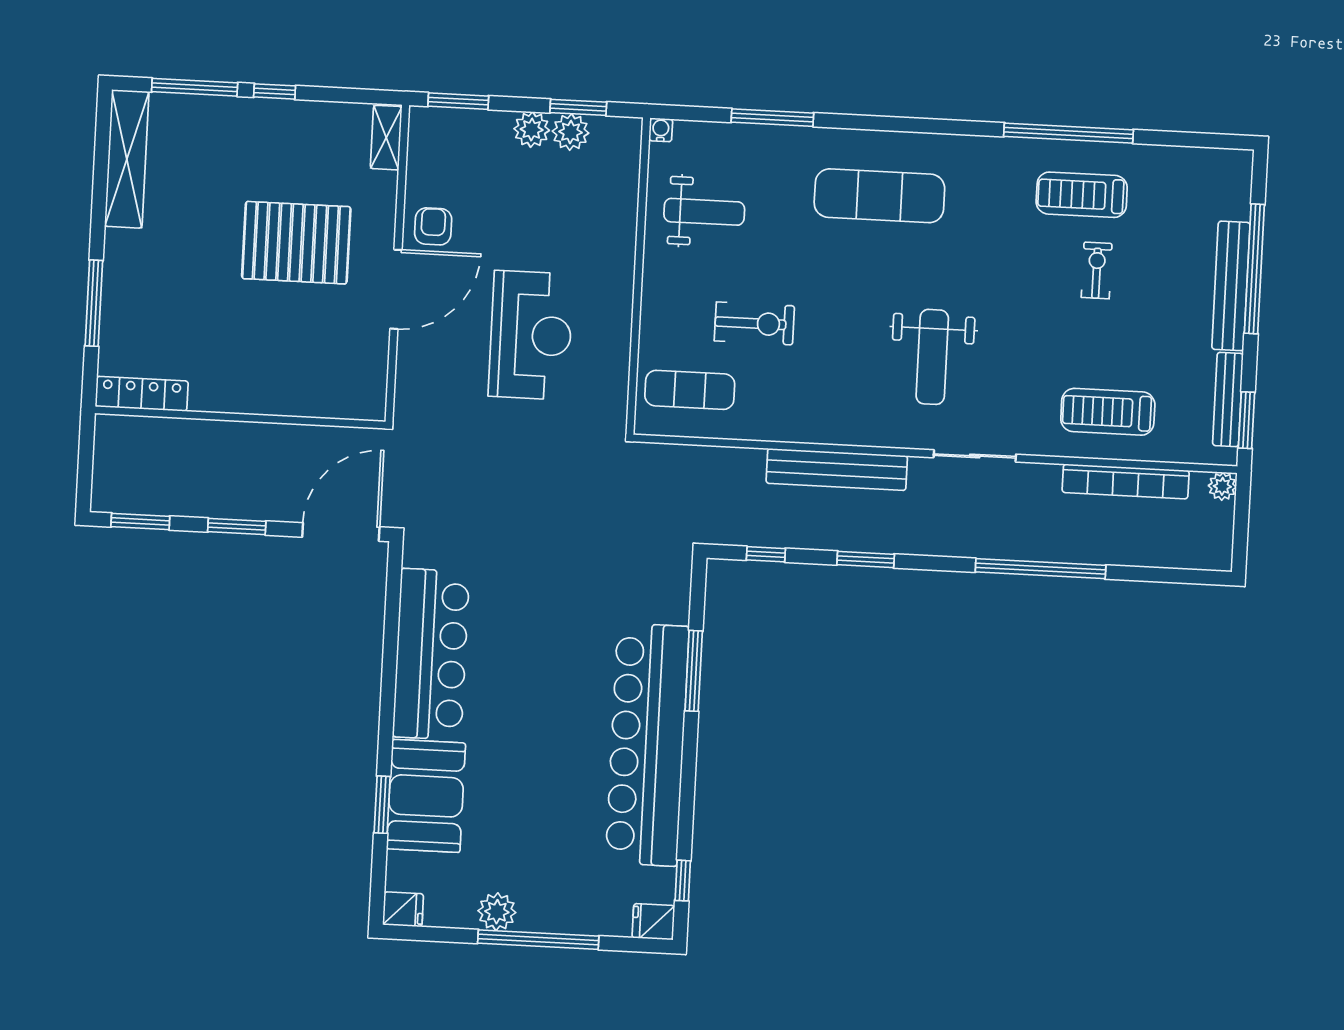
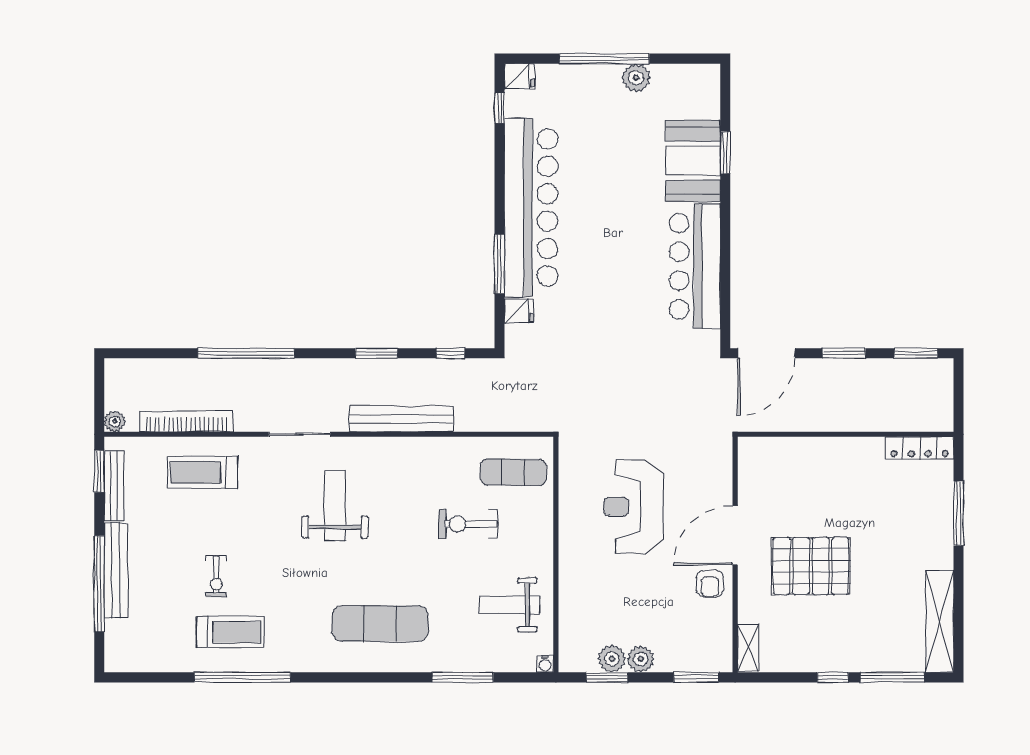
treadmill: (1108, 412) -> (202, 472), turned 180
fridge: (403, 909) -> (519, 311), moved, turned 180

